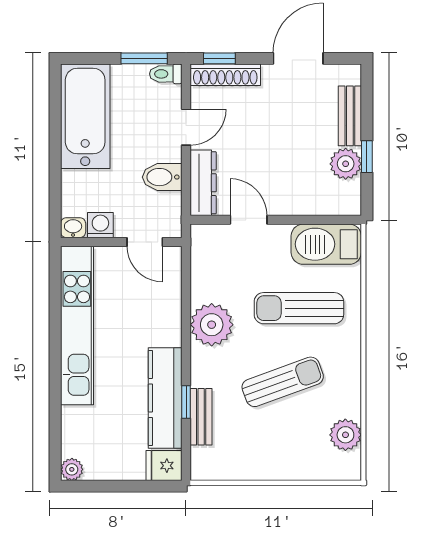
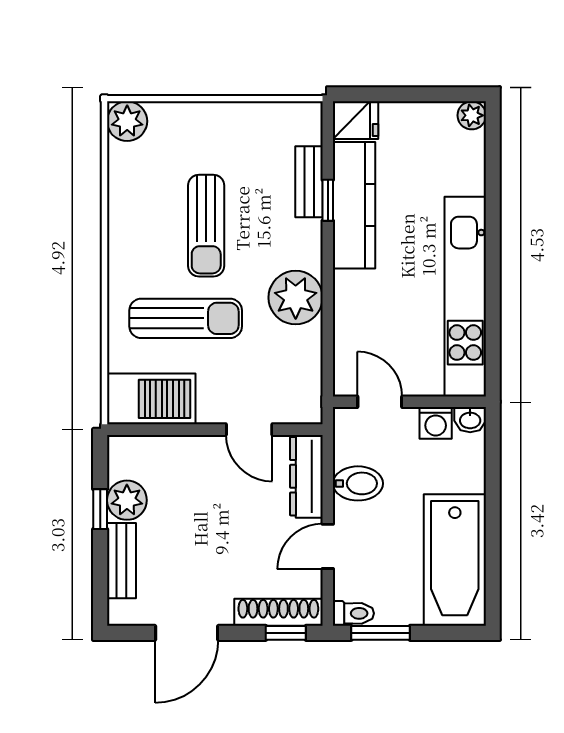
sun lounger: (283, 382) -> (206, 226), turned -70
plant: (345, 435) -> (127, 121), moved

